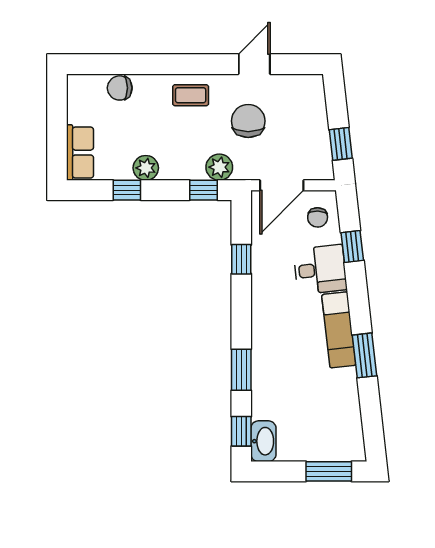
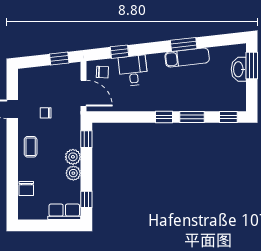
chair: (248, 121) -> (46, 113), width x0.54, depth x0.54
plant: (219, 167) -> (73, 157), moved
window: (127, 190) -> (86, 199), moved
window: (241, 259) -> (164, 117), moved
exam couch: (339, 330) -> (187, 57), moved
washbasin: (263, 441) -> (239, 69), moved, turned -90

